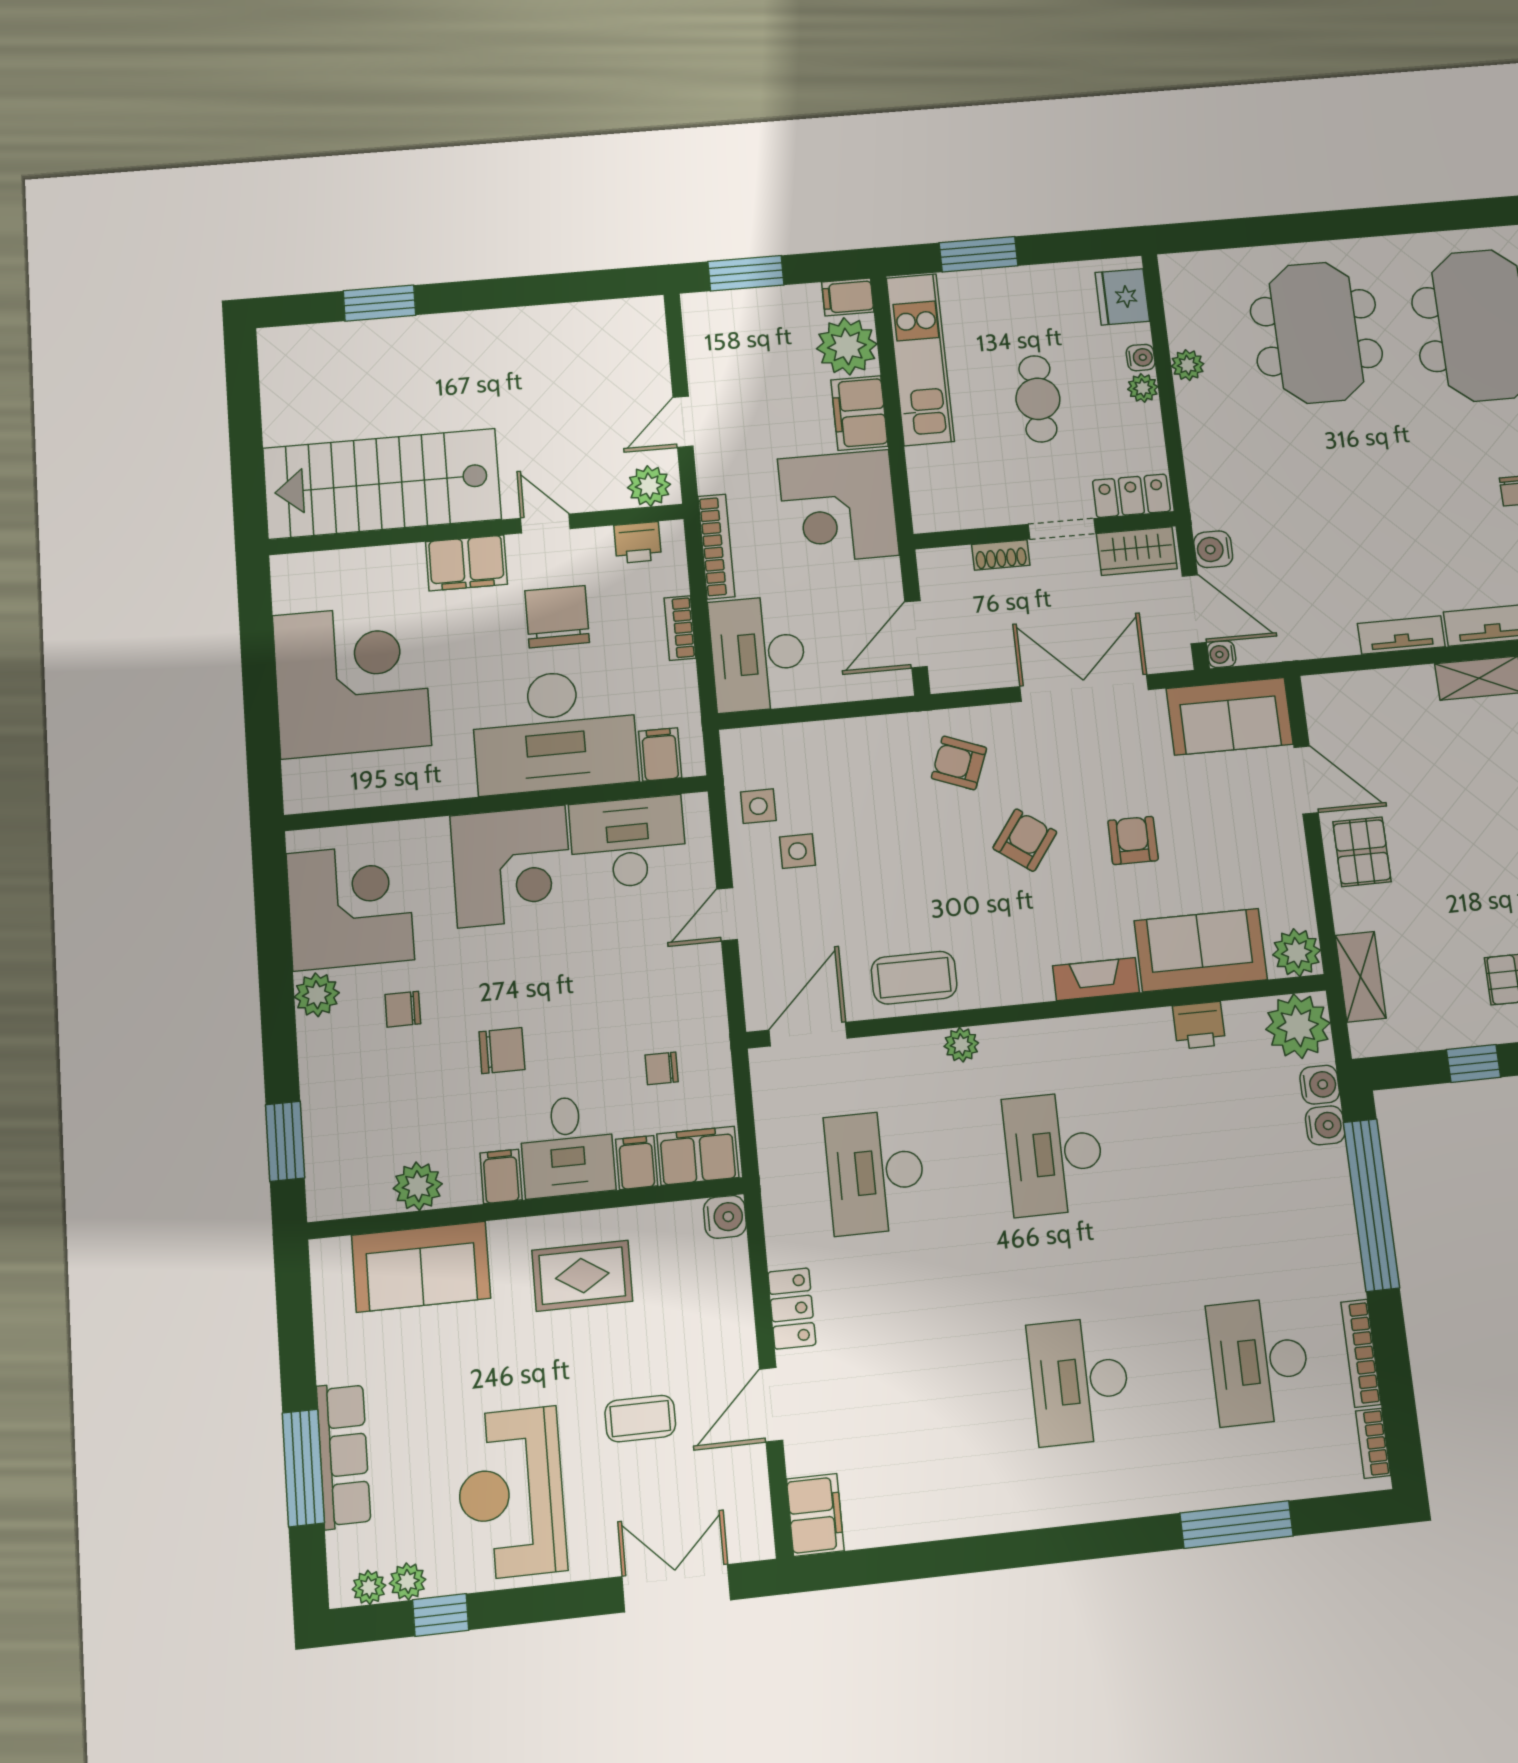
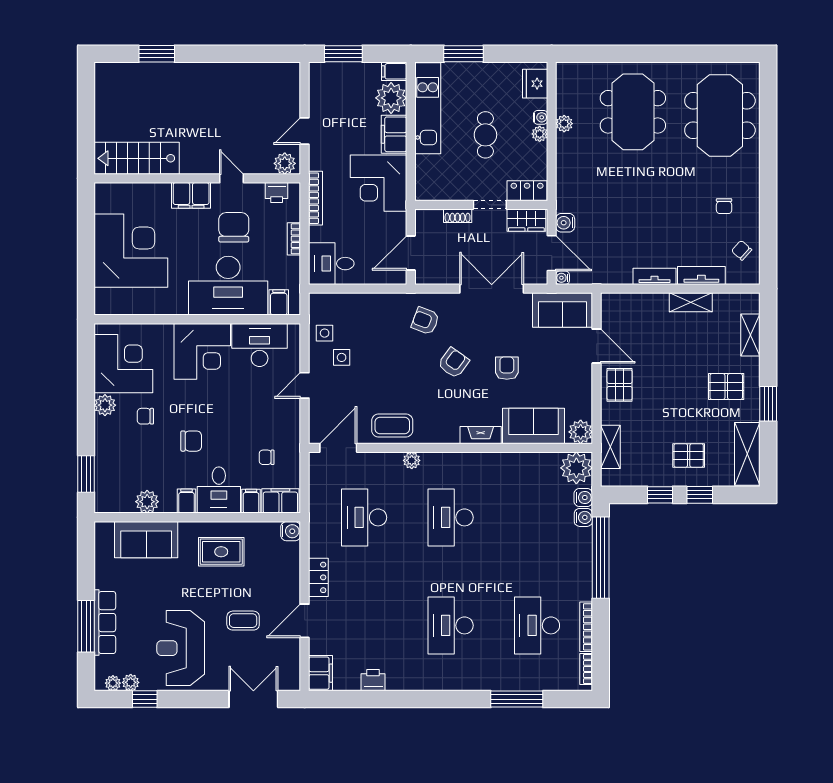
stairs: (382, 484) -> (137, 158), width x0.73, depth x0.66
desk: (758, 654) -> (331, 264), width x0.73
printer: (1199, 1025) -> (373, 680), moved, turned 180

